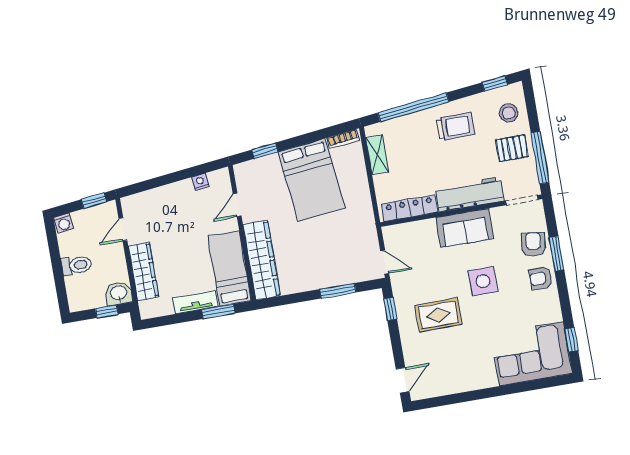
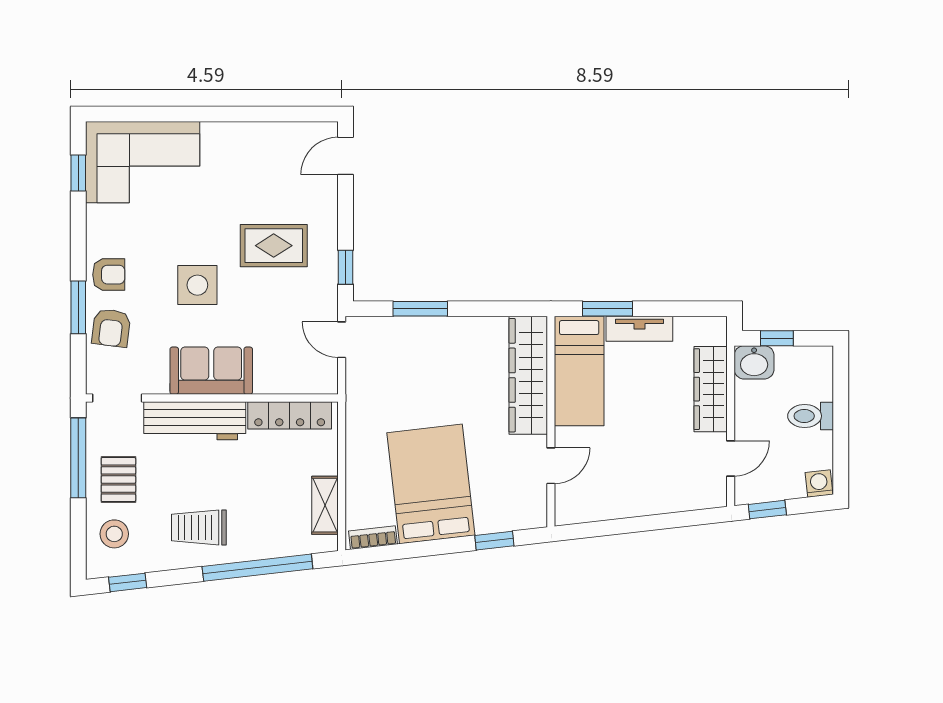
pallet: (512, 148) -> (118, 480), turned 90
nightstand: (200, 182) -> (601, 510), removed

